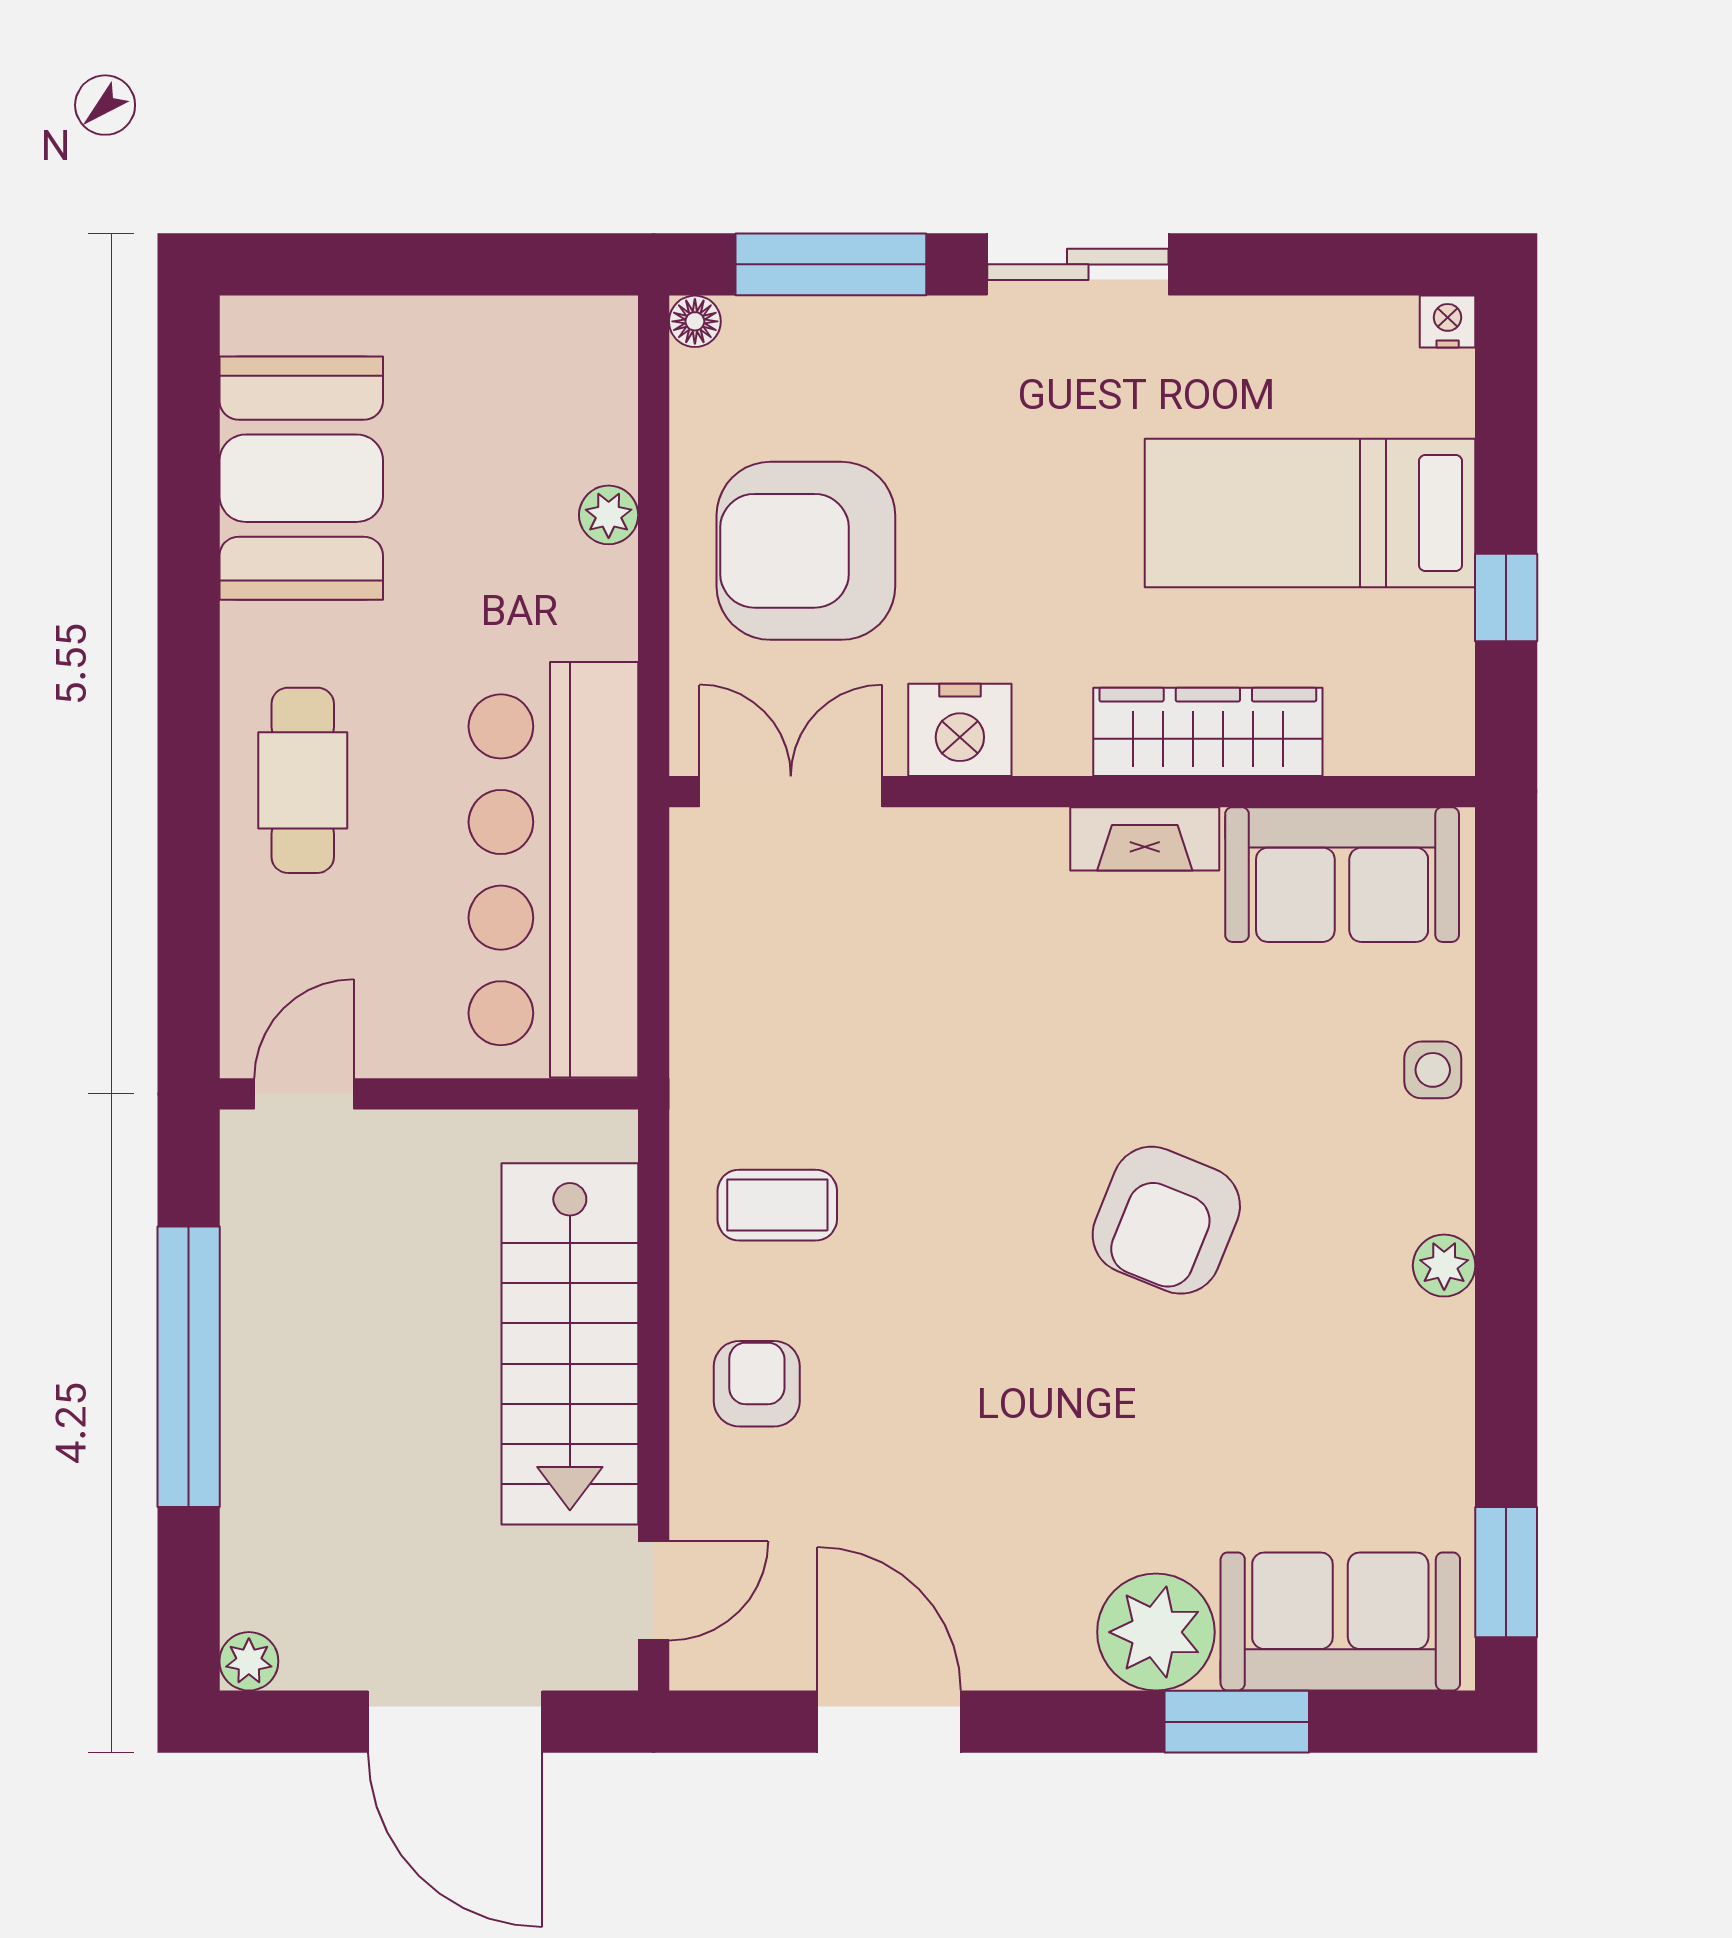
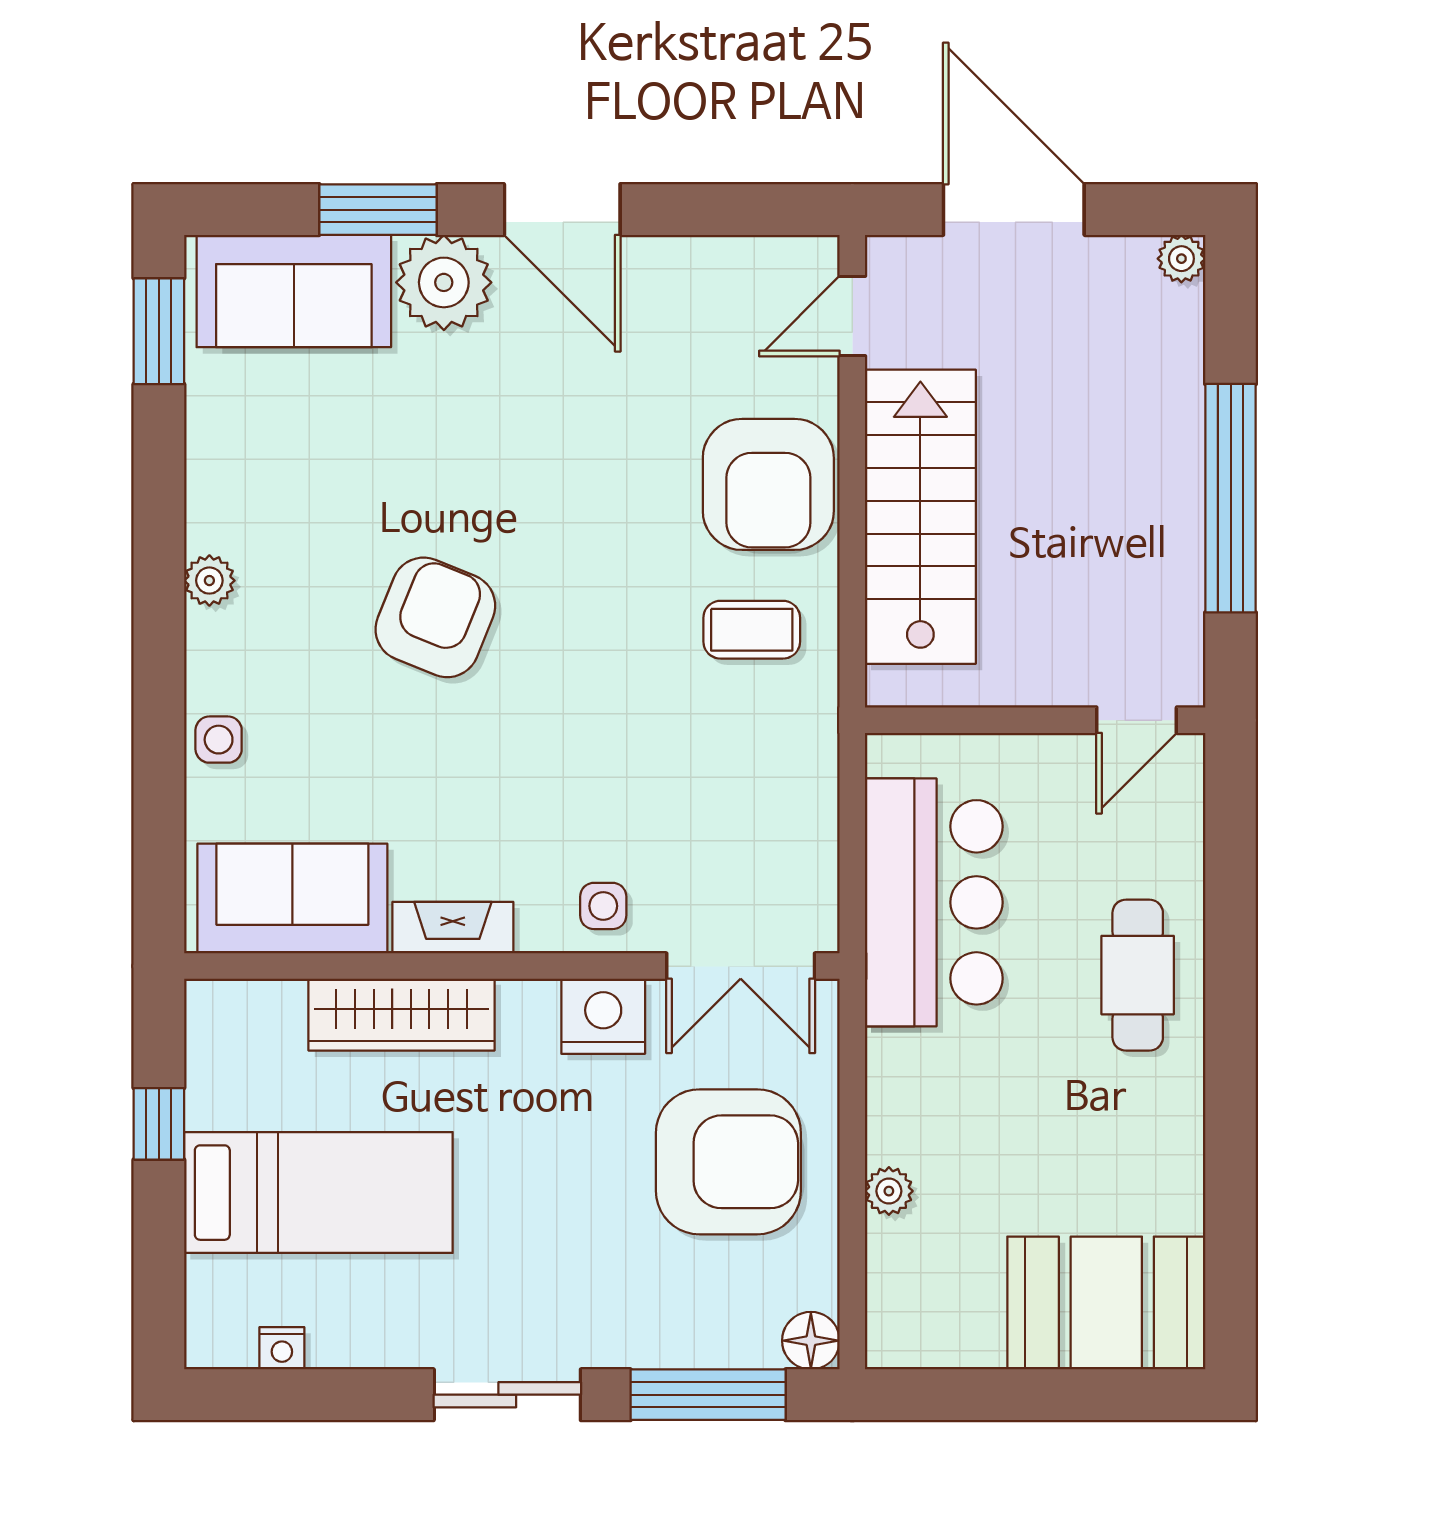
floor lamp: (695, 321) -> (811, 1341), width x1.37, depth x1.37
nightstand: (1448, 322) -> (282, 1348), moved
booth: (301, 478) -> (1106, 1303), moved, turned 90
side table: (960, 865) -> (603, 906), added
bar counter: (553, 870) -> (934, 902), width x0.73
armchair: (757, 1384) -> (768, 484), width x1.88, depth x1.88
door: (889, 1722) -> (562, 210), moved

